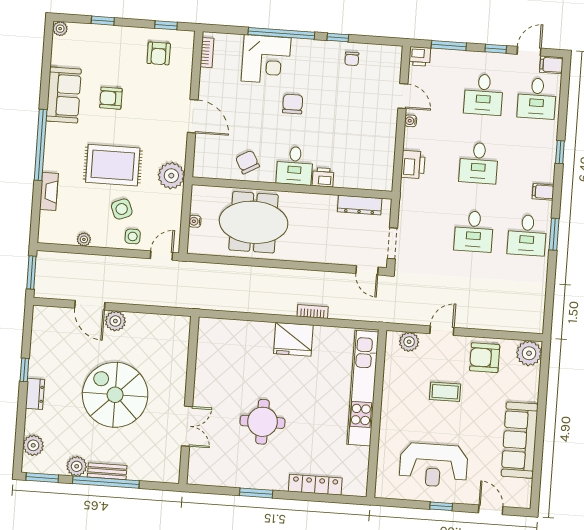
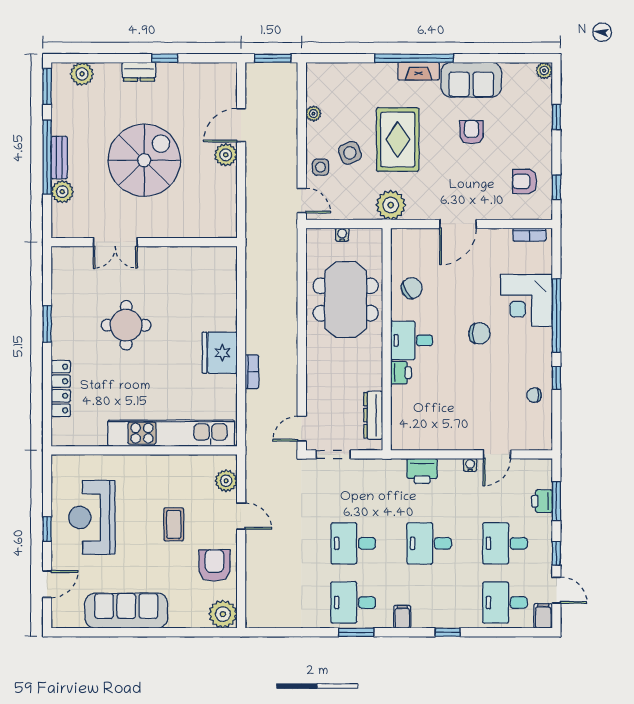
printer: (420, 56) -> (542, 501), moved
fireplace: (49, 191) -> (419, 71), moved
plant: (77, 466) -> (62, 192), moved

